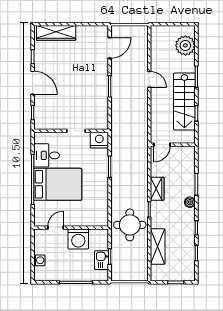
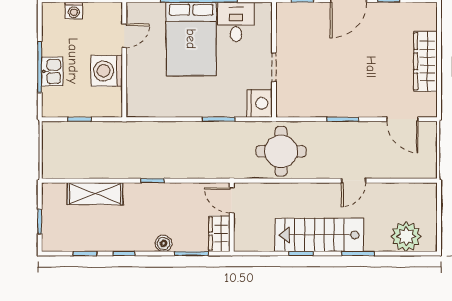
wardrobe: (56, 33) -> (425, 61), moved
door: (162, 145) -> (232, 200), moved
wall: (173, 145) -> (232, 217), moved
wardrobe: (157, 189) -> (219, 234), moved, turned 90
round table: (130, 225) -> (281, 151), moved
door: (56, 228) -> (124, 36), hinge flipped
kitchen sink: (101, 260) -> (52, 71), moved, turned 90

